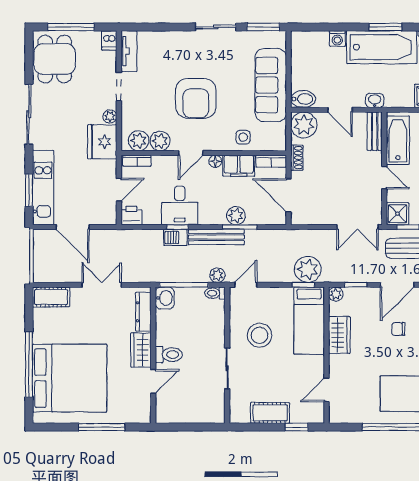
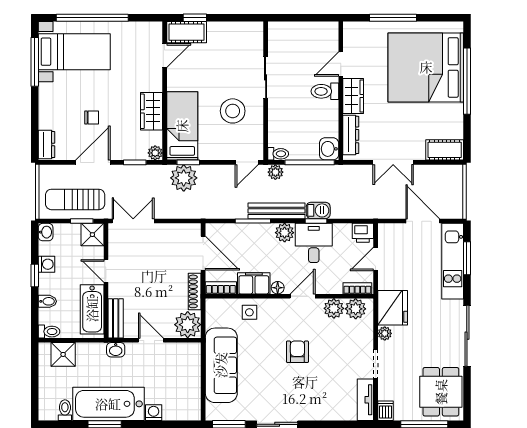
armchair: (196, 98) -> (297, 352), width x0.53, depth x0.53
bidet: (303, 99) -> (188, 351), removed
shoe rack: (297, 158) -> (195, 291), width x1.43
plant: (236, 216) -> (285, 233), moved
cot: (270, 413) -> (187, 32), moved

